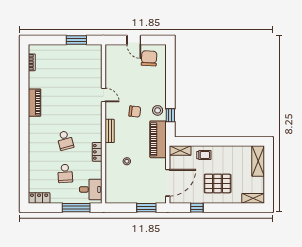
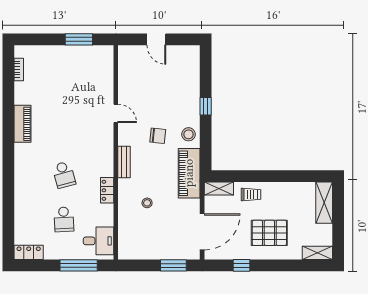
chair: (149, 58) -> (177, 64), removed
window: (170, 115) -> (206, 106), moved

